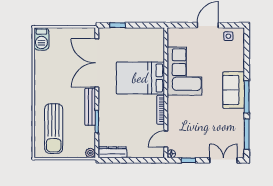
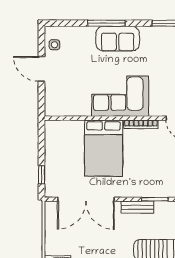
corner sofa: (184, 71) -> (120, 96), moved
window: (247, 97) -> (106, 23), moved
bench: (90, 107) -> (137, 207), width x0.73

